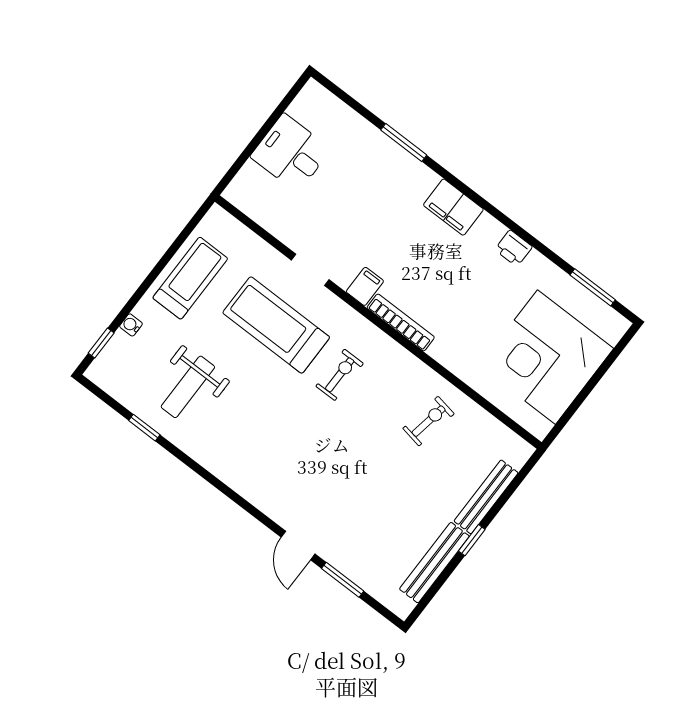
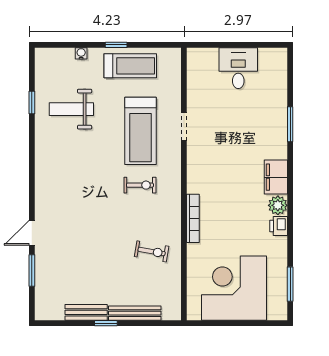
plant: (488, 230) -> (278, 205), added
filing cabinet: (365, 286) -> (197, 162), removed
bookcase: (401, 322) -> (193, 218), moved
treadmill: (276, 325) -> (141, 131), turned 180
window: (101, 343) -> (116, 45), moved
bench: (434, 563) -> (86, 312), width x0.73

